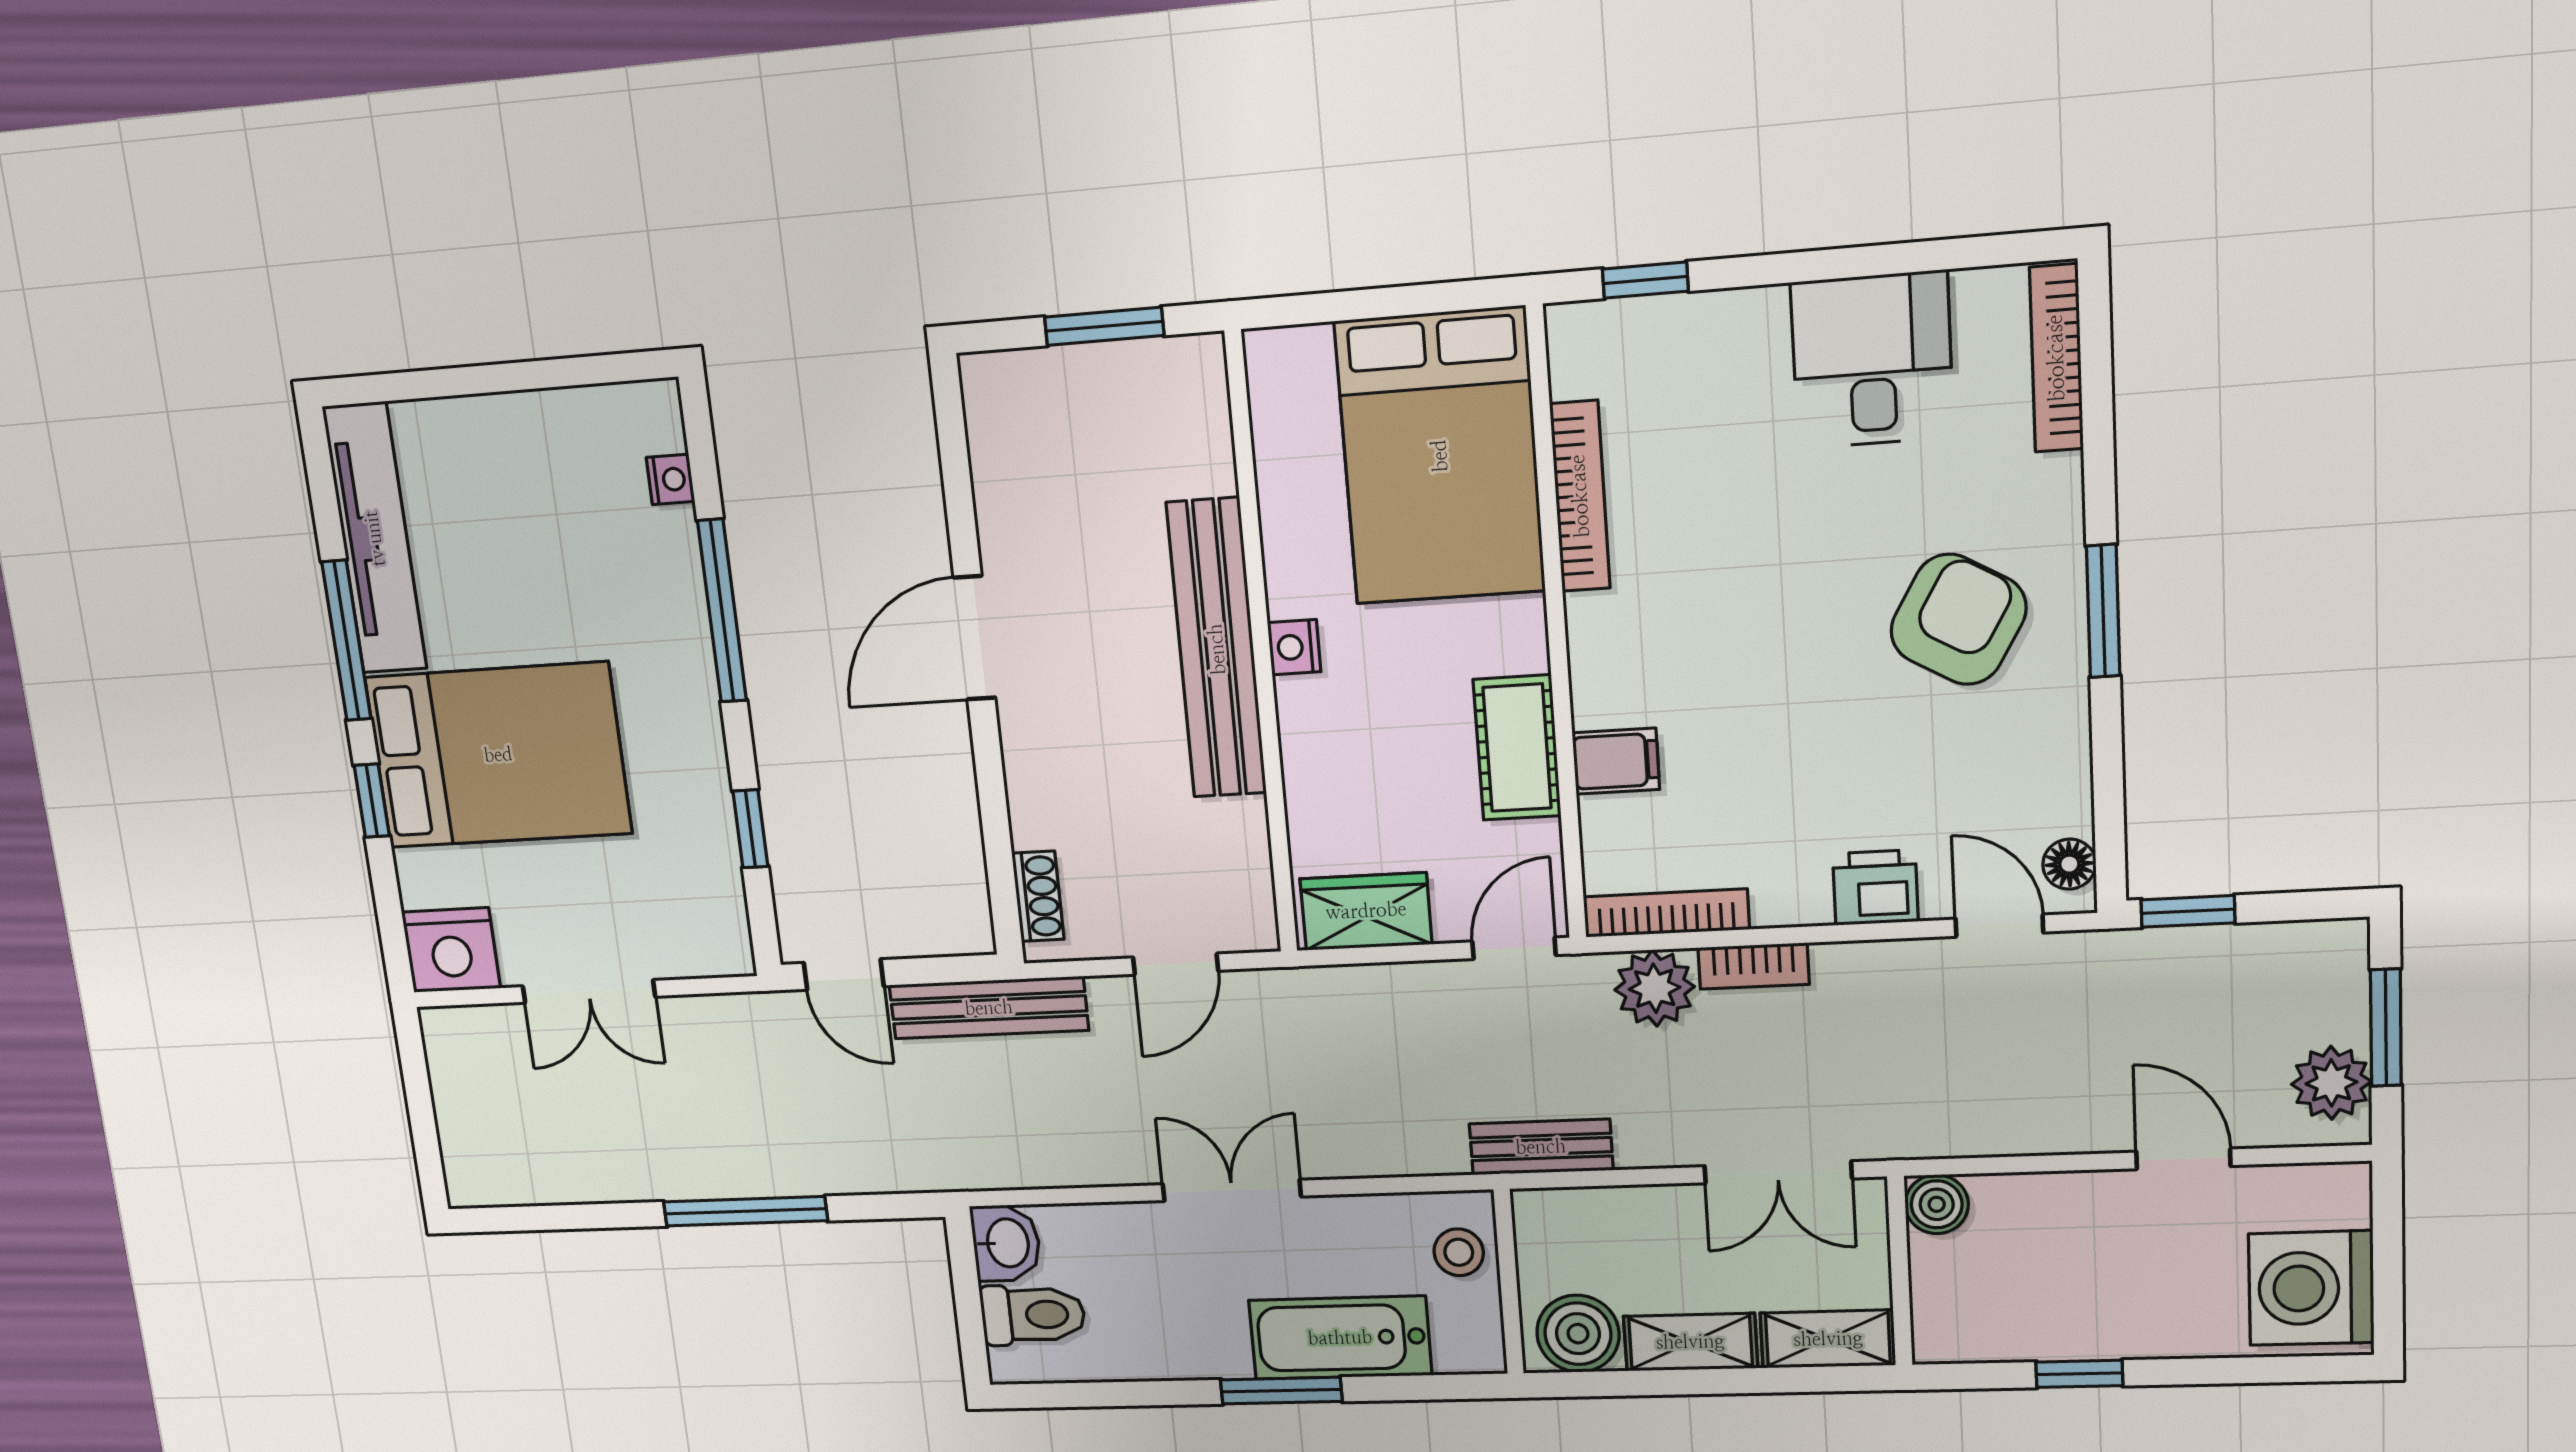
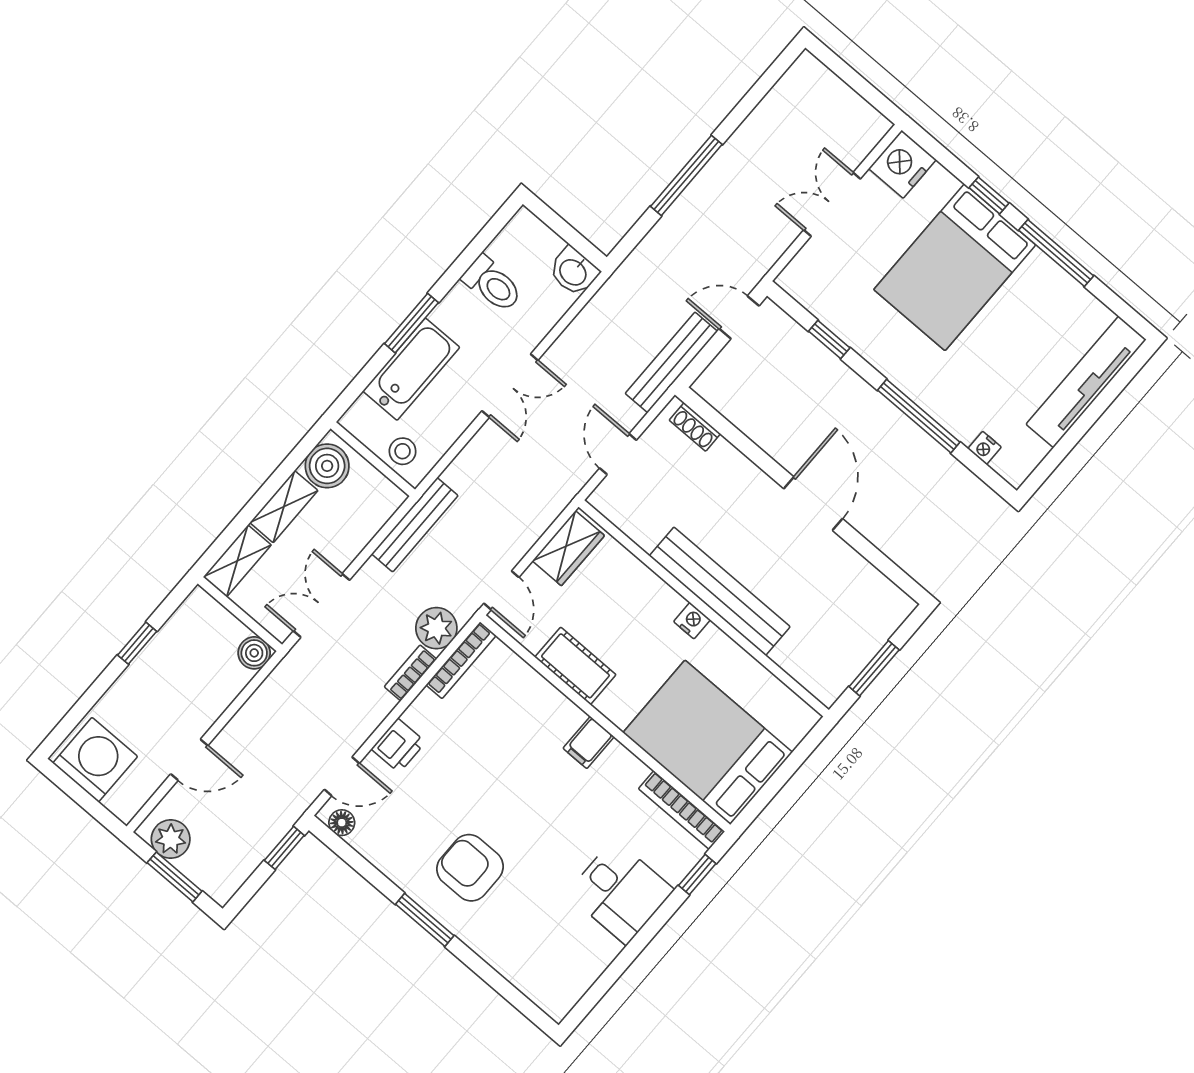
bookcase: (2056, 358) -> (531, 987), removed
desk: (1872, 360) -> (620, 892), moved
bookcase: (1580, 496) -> (682, 810), moved
tv unit: (375, 538) -> (1086, 382), moved, turned 90
armchair: (1958, 619) -> (470, 868), turned 150
filing cabinet: (1616, 761) -> (589, 742), moved
bench: (1541, 1147) -> (415, 525), width x1.36
toilet: (1033, 1315) -> (492, 284), moved, turned -90

